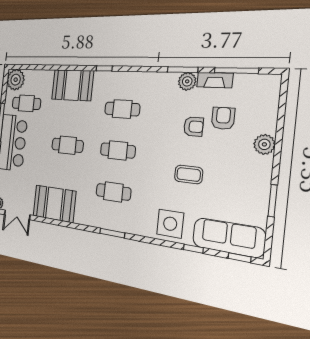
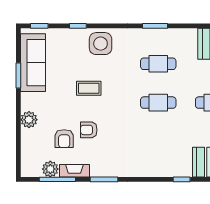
plant: (187, 81) -> (50, 169), moved
cafe table: (122, 109) -> (158, 141), removed
sofa: (228, 238) -> (33, 63), moved, turned -90

